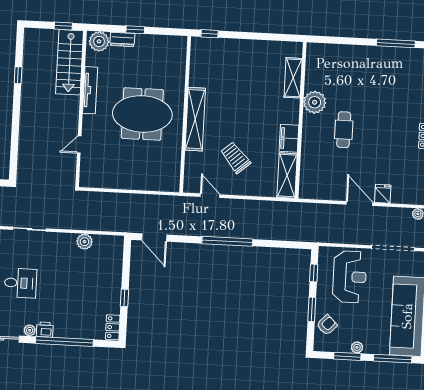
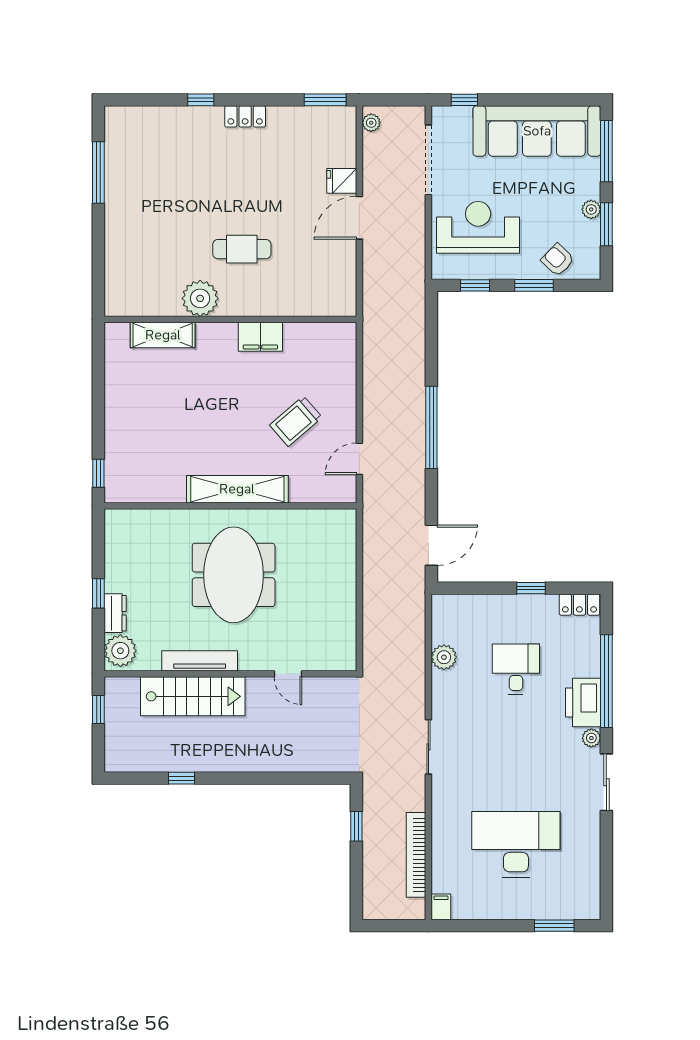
stairs: (70, 62) -> (193, 696), moved
shelving: (287, 175) -> (320, 337), removed
desk: (20, 283) -> (516, 669), moved
printer: (45, 330) -> (583, 702), width x1.87, depth x1.48

